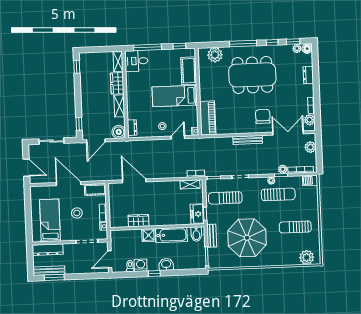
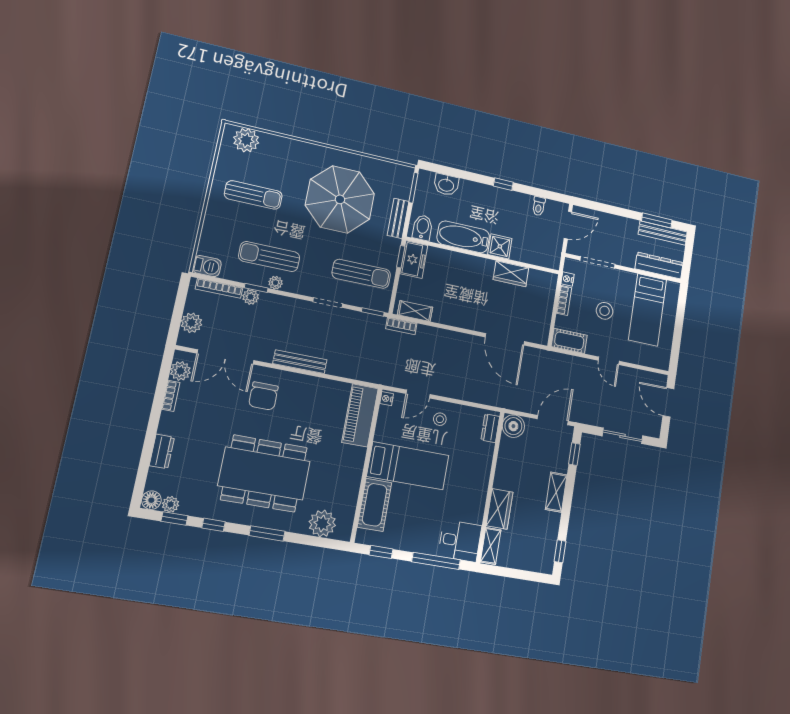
window: (243, 44) -> (267, 533), width x0.69
shelving: (119, 106) -> (556, 492), moved
door: (69, 184) -> (609, 361), width x0.53
washbasin: (166, 264) -> (446, 185), moved
washing machine: (141, 265) -> (522, 203), removed

